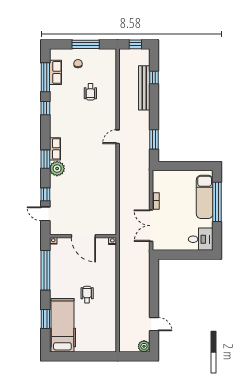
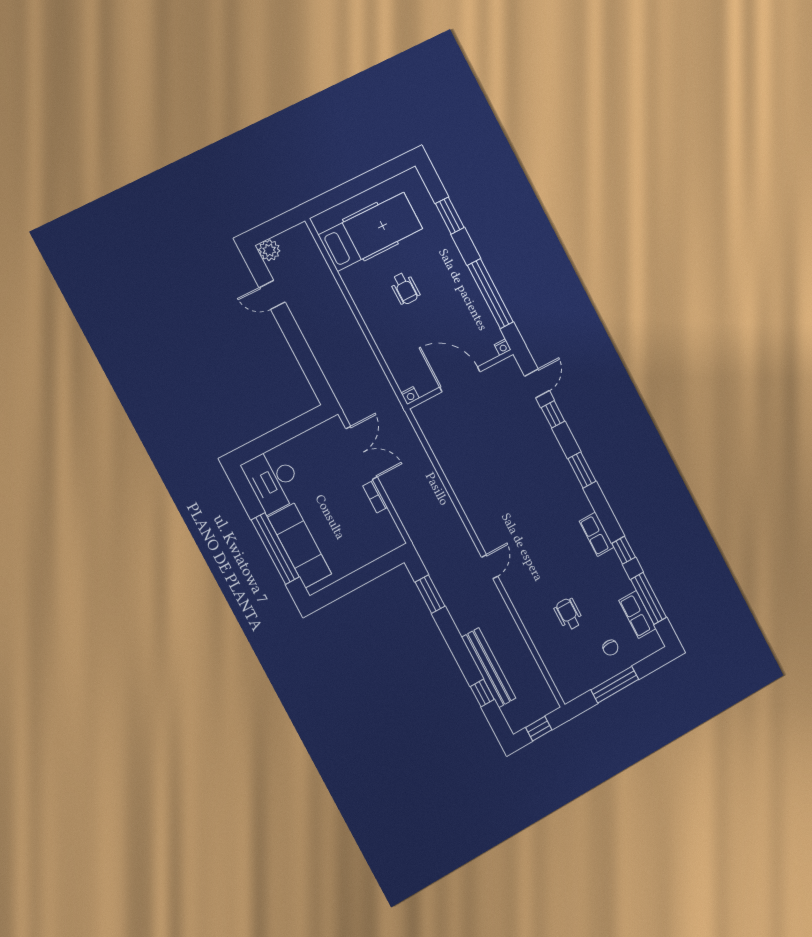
row of seats: (55, 149) -> (597, 534), moved
plant: (57, 169) -> (556, 465), removed
door: (45, 214) -> (537, 383), hinge flipped
desk: (201, 239) -> (273, 480), width x1.37
hospital bed: (62, 325) -> (371, 232), moved, turned -90

